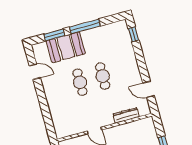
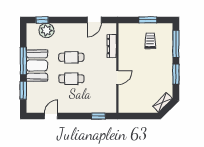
plant: (124, 42) -> (46, 30), added
booth: (66, 47) -> (37, 66), moved
window: (48, 122) -> (98, 116), added

